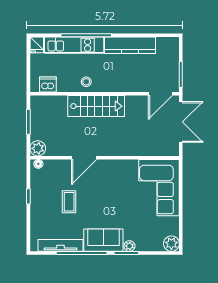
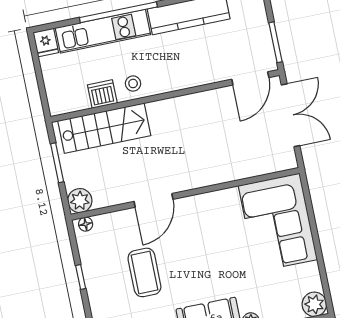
dishwasher: (48, 84) -> (102, 94), moved
stairs: (96, 106) -> (104, 128), moved
coffee table: (69, 202) -> (144, 272), width x1.36, depth x1.30

